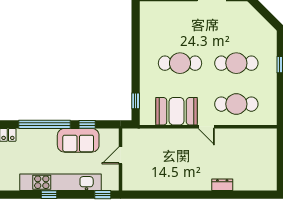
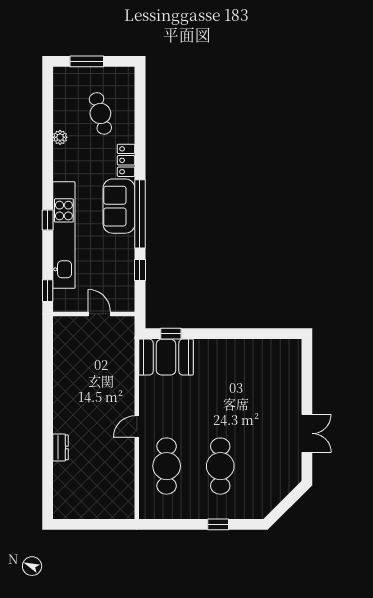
cafe table: (180, 63) -> (220, 392), removed
booth: (177, 111) -> (166, 357), moved, turned 90
sofa: (78, 140) -> (119, 206), moved

